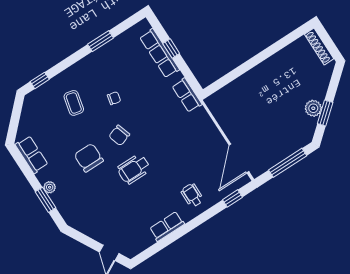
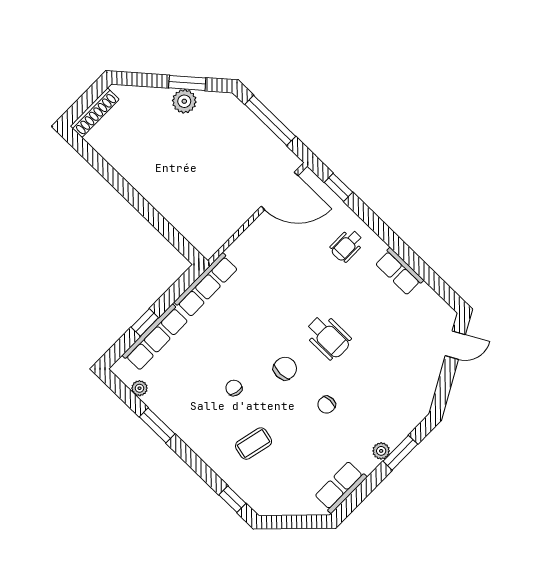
plant: (128, 35) -> (140, 388), added
row of seats: (187, 95) -> (206, 285), width x1.48
chair: (119, 135) -> (285, 368), turned -72
chair: (89, 158) -> (327, 405), width x0.54, depth x0.54

